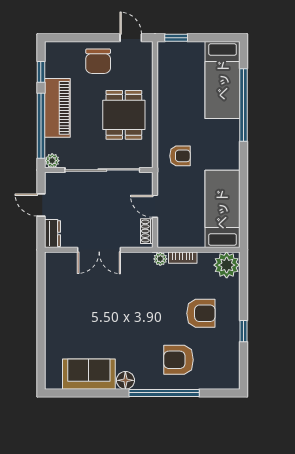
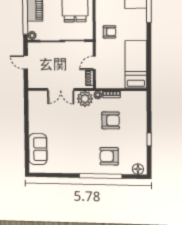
door: (155, 206) -> (94, 63), hinge flipped
dresser: (52, 234) -> (33, 80), removed
plant: (227, 265) -> (85, 99), moved
armchair: (201, 313) -> (111, 120), moved
sofa: (89, 374) -> (38, 149), moved, turned 90
floor lamp: (125, 380) -> (138, 169), moved

